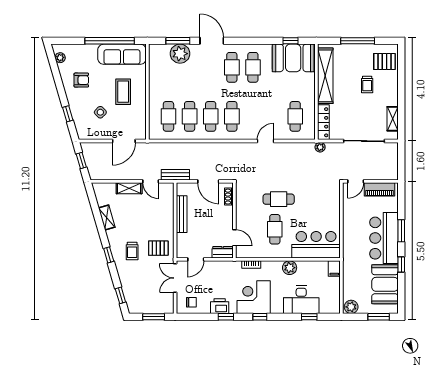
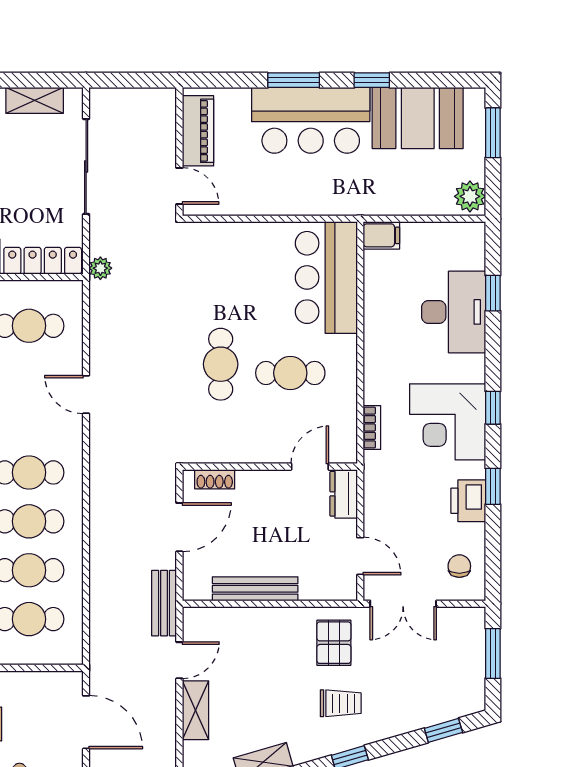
plant: (290, 268) -> (379, 339), removed

